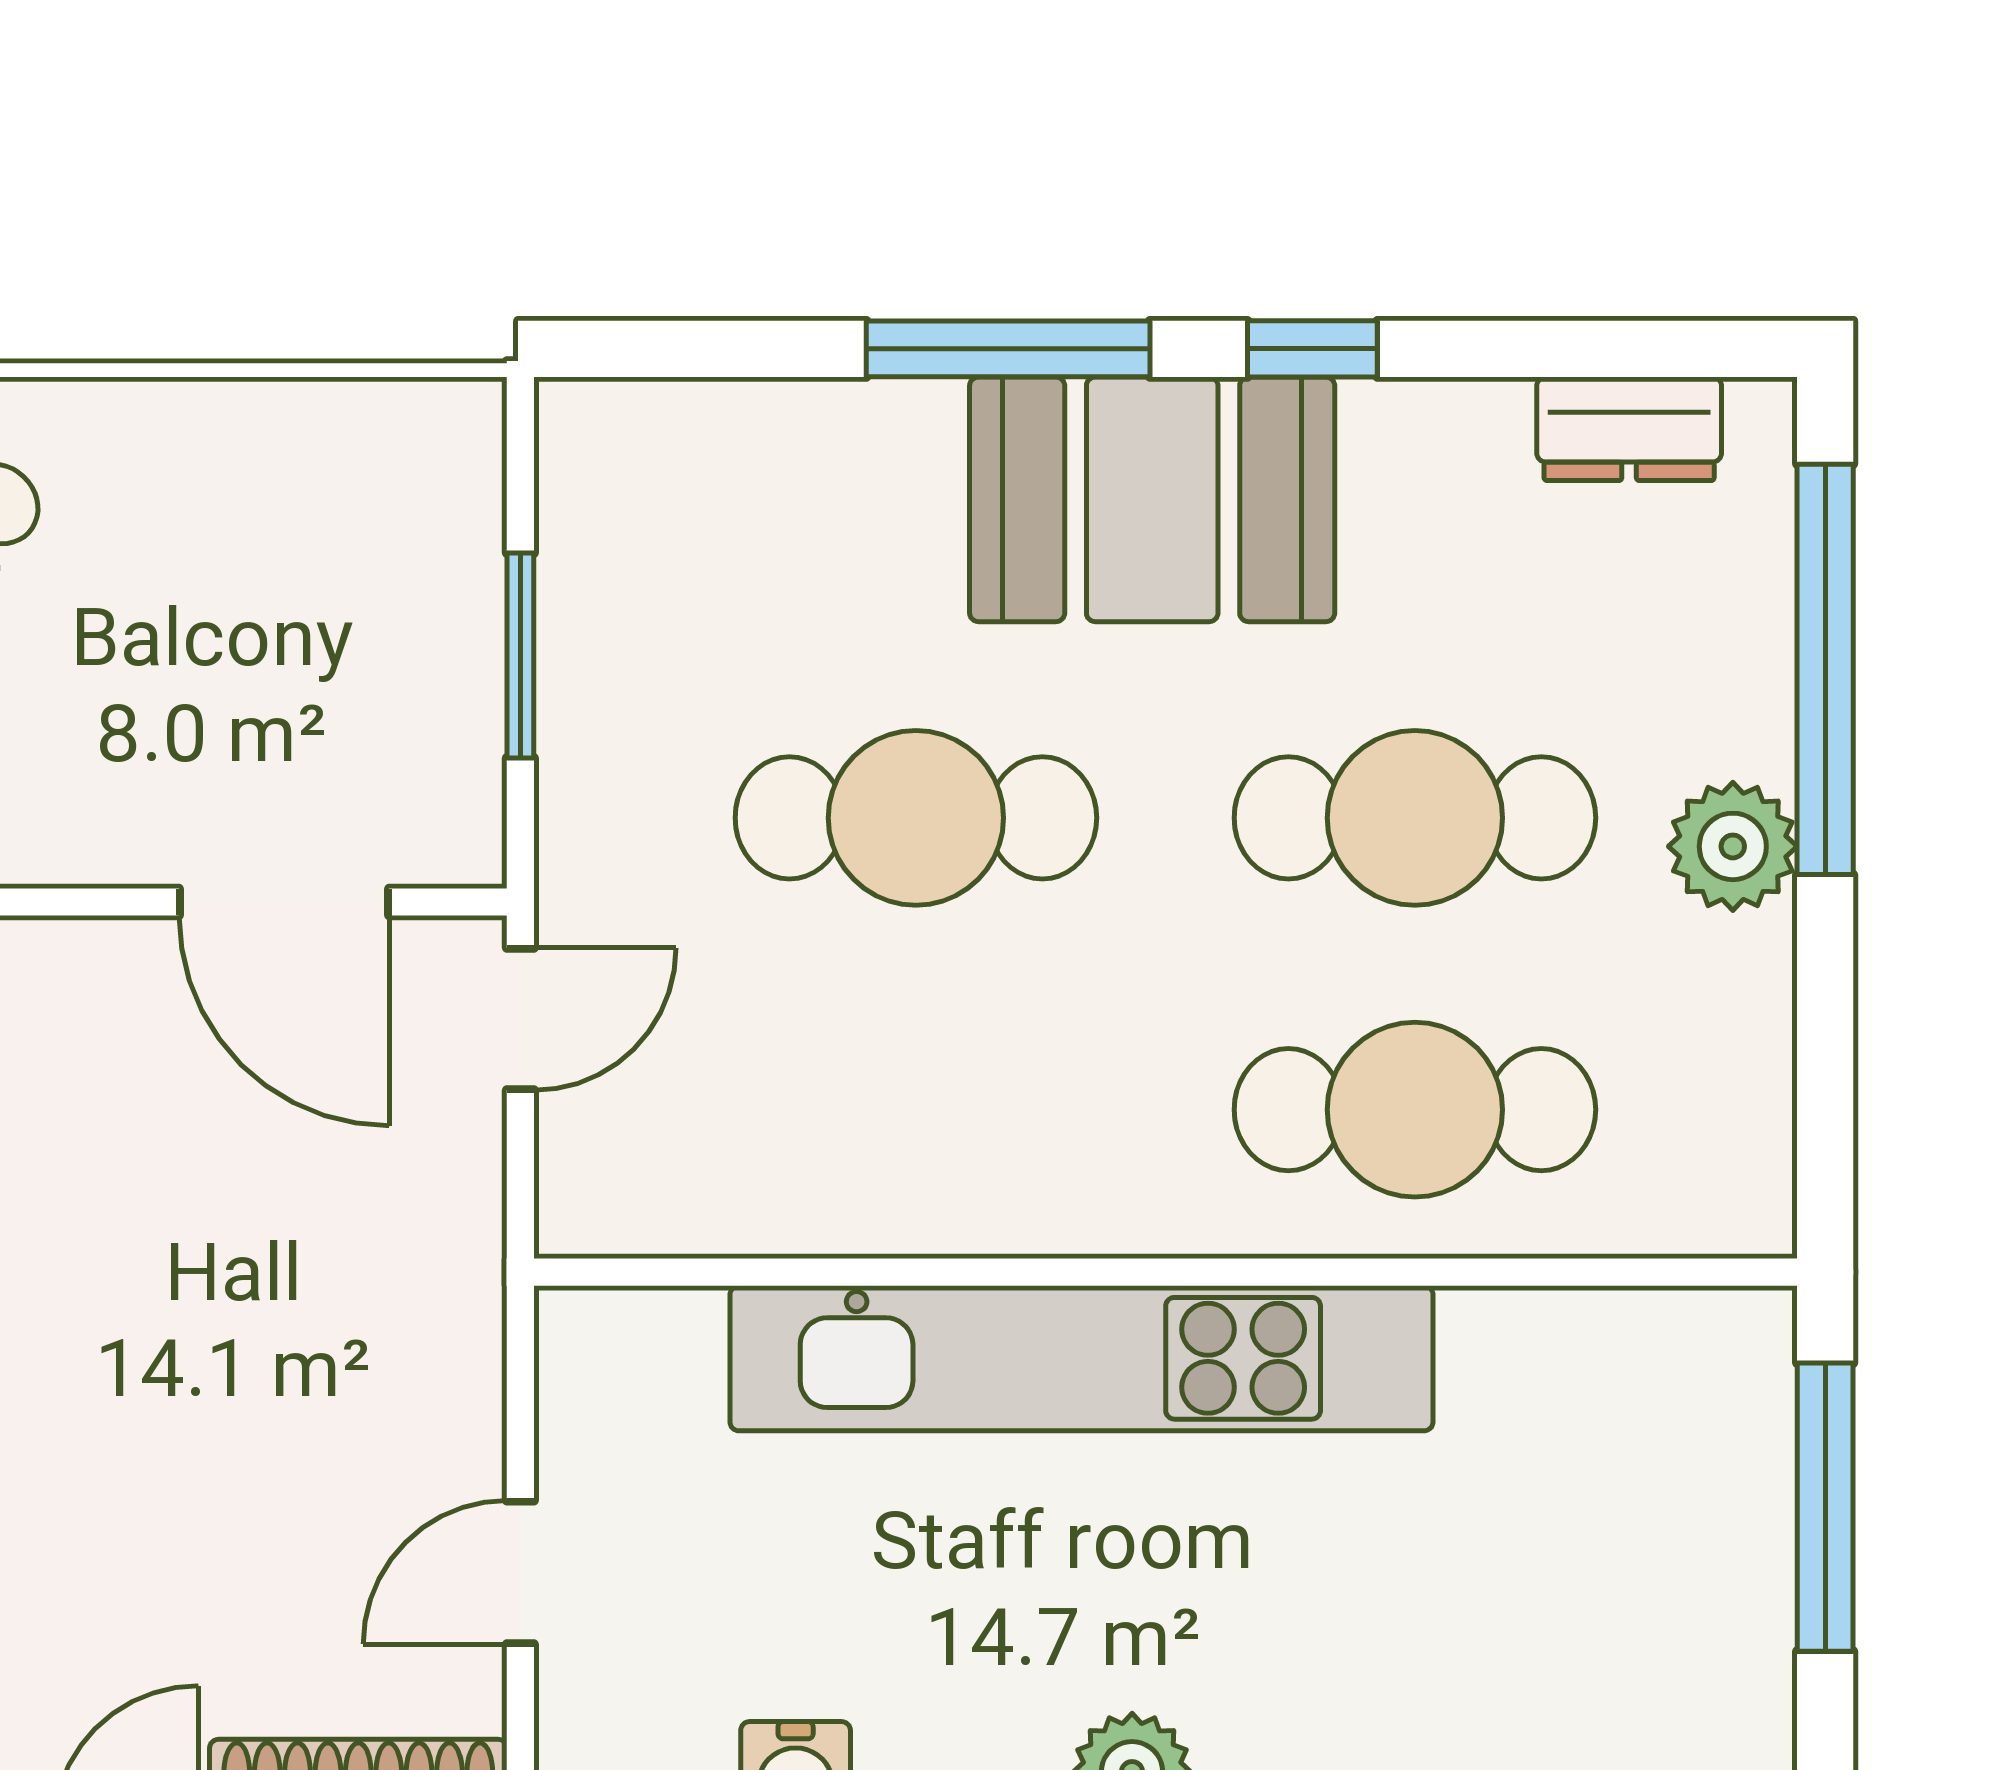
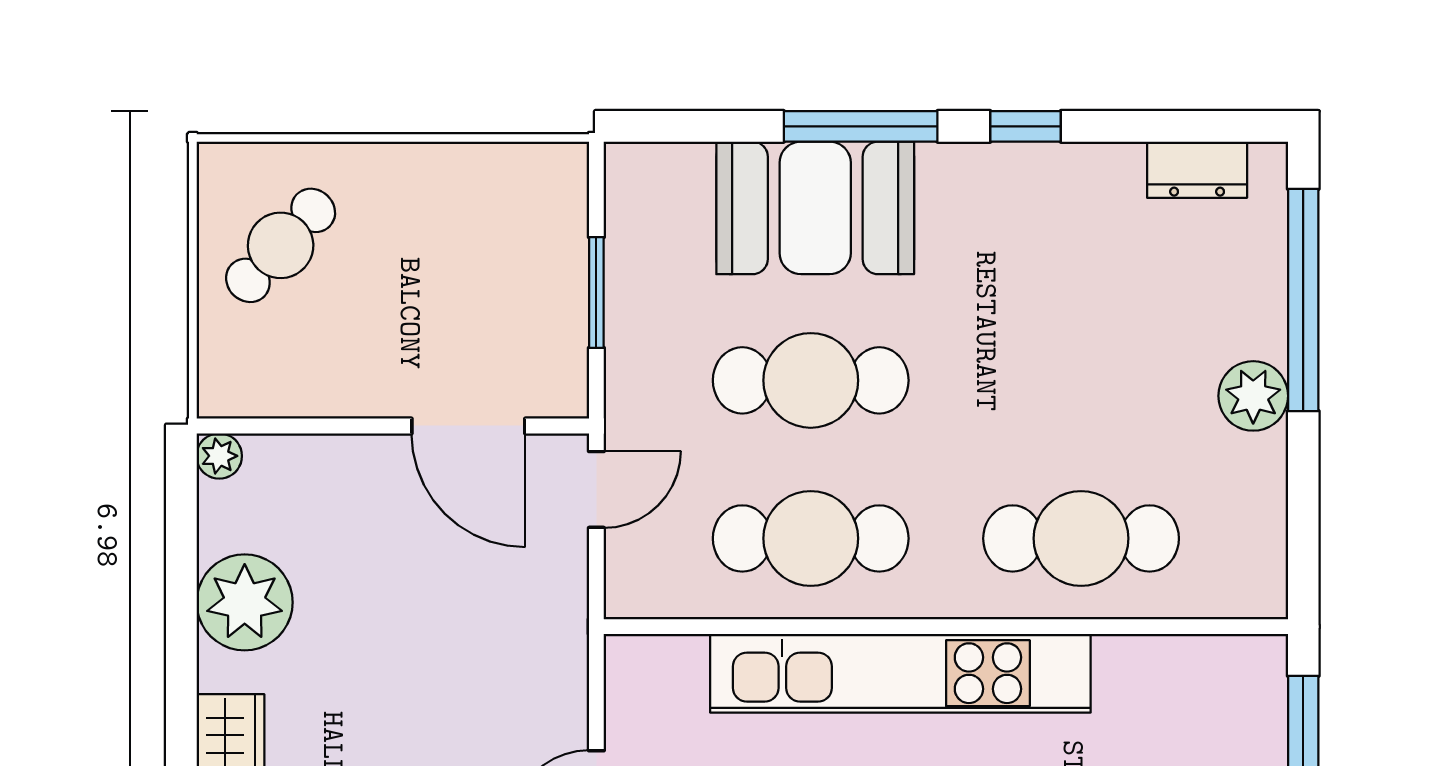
booth: (1152, 499) -> (815, 208), moved
cafe table: (1415, 818) -> (811, 538), moved

